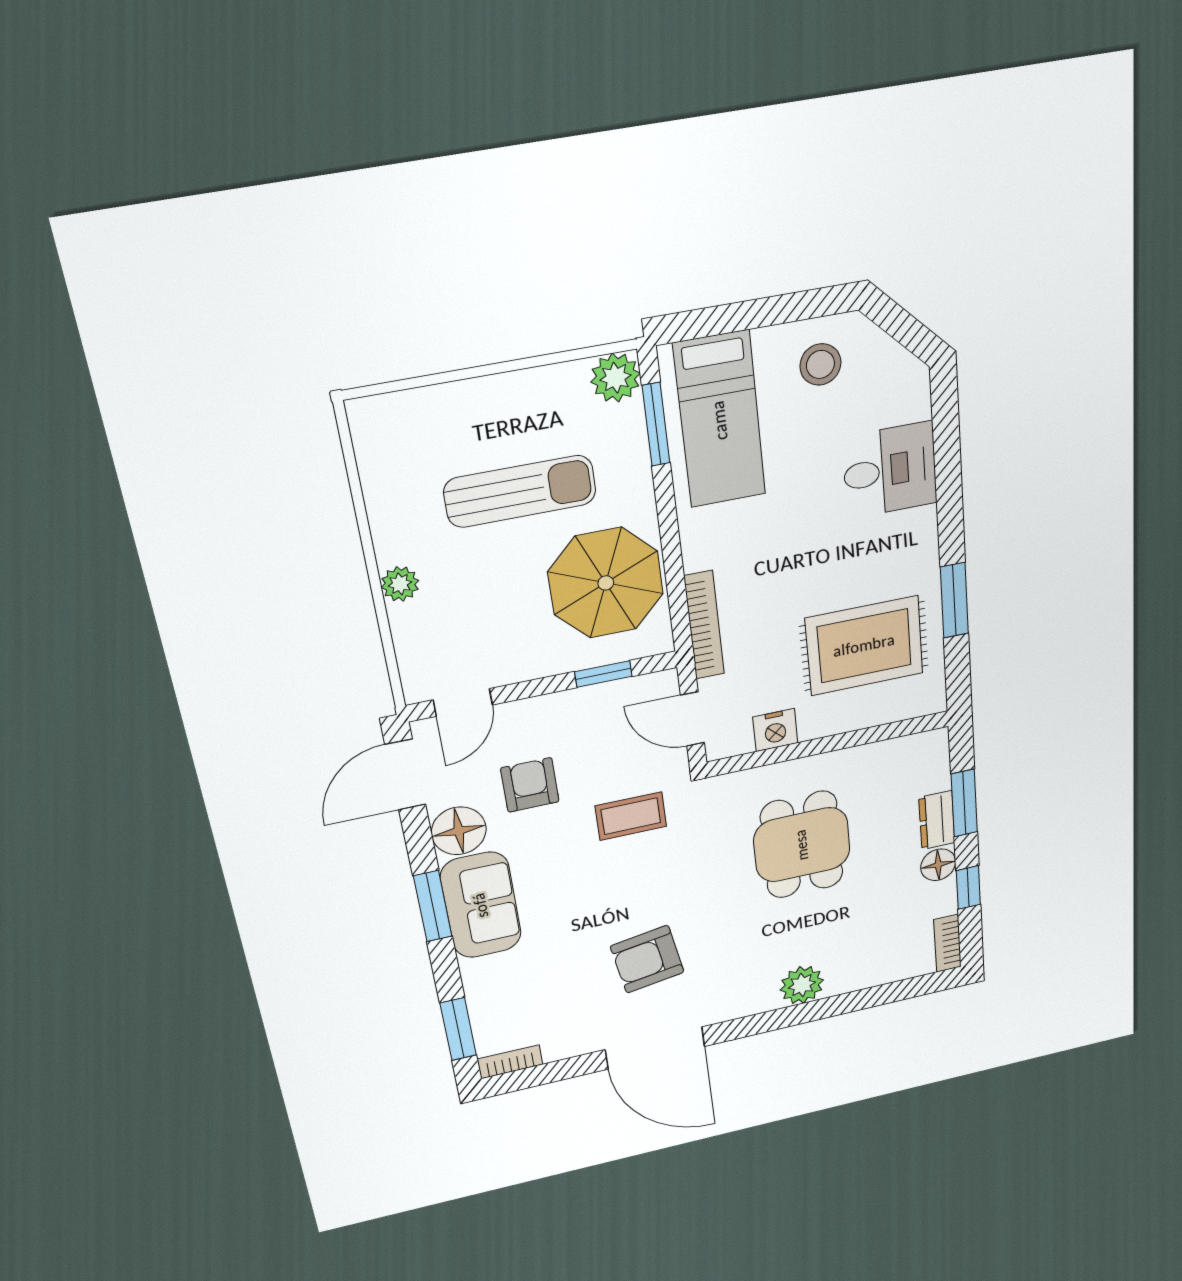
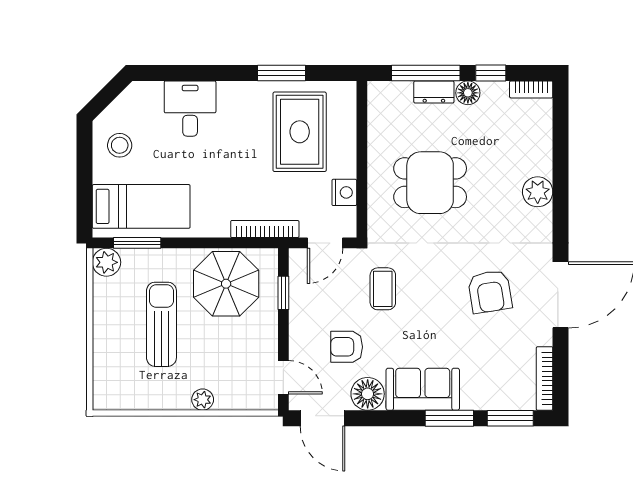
window: (964, 803) -> (426, 73), width x1.44
window: (433, 906) -> (449, 418), moved
bookcase: (510, 1062) -> (545, 378), width x1.56

